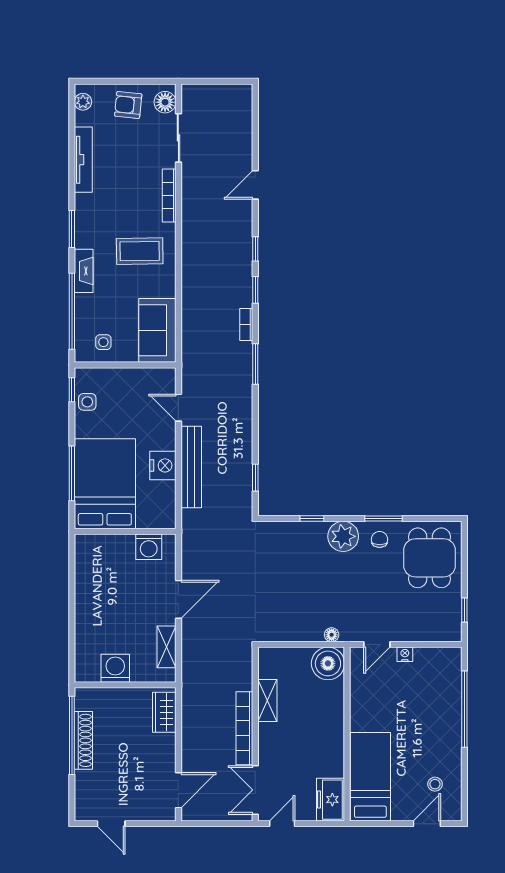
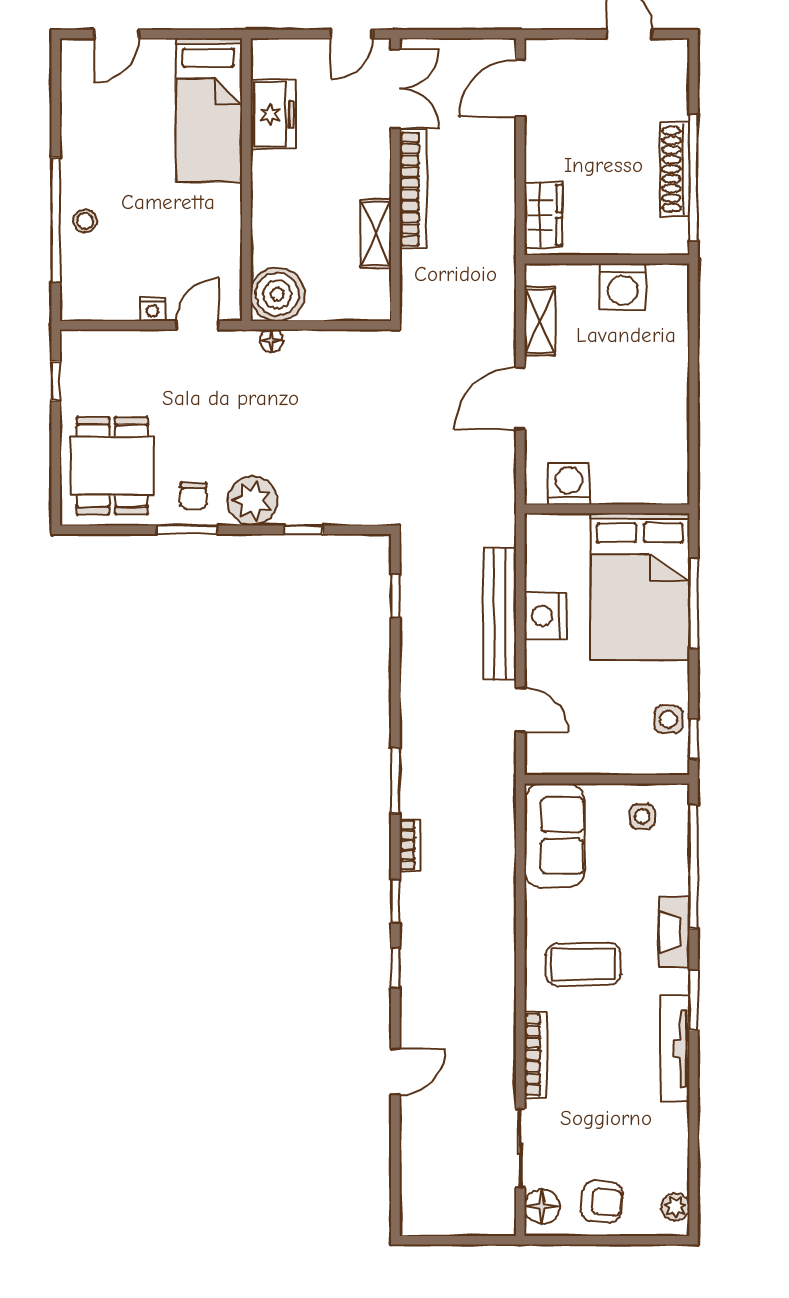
tv unit: (83, 160) -> (675, 1048), moved
stool: (435, 784) -> (85, 221), moved
freezer: (330, 800) -> (273, 114), moved

